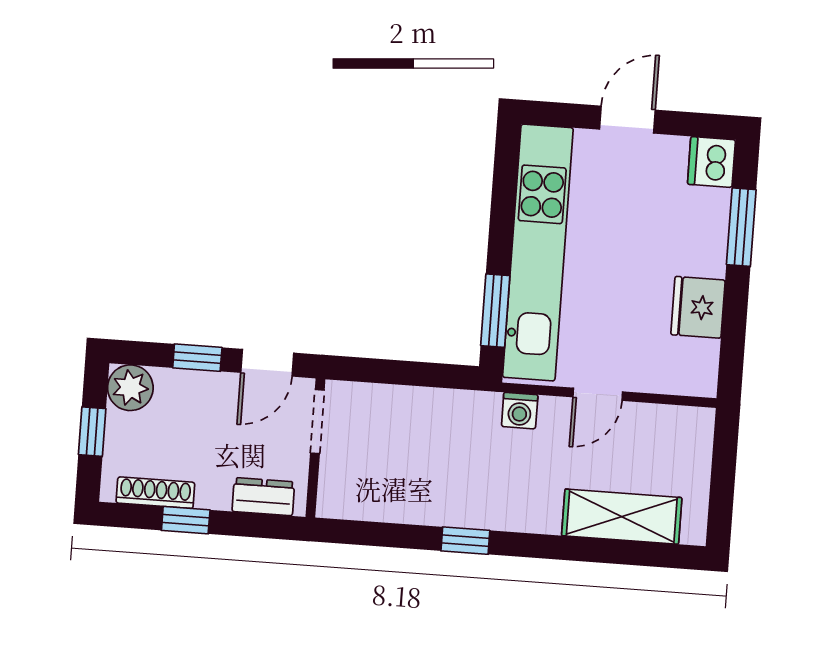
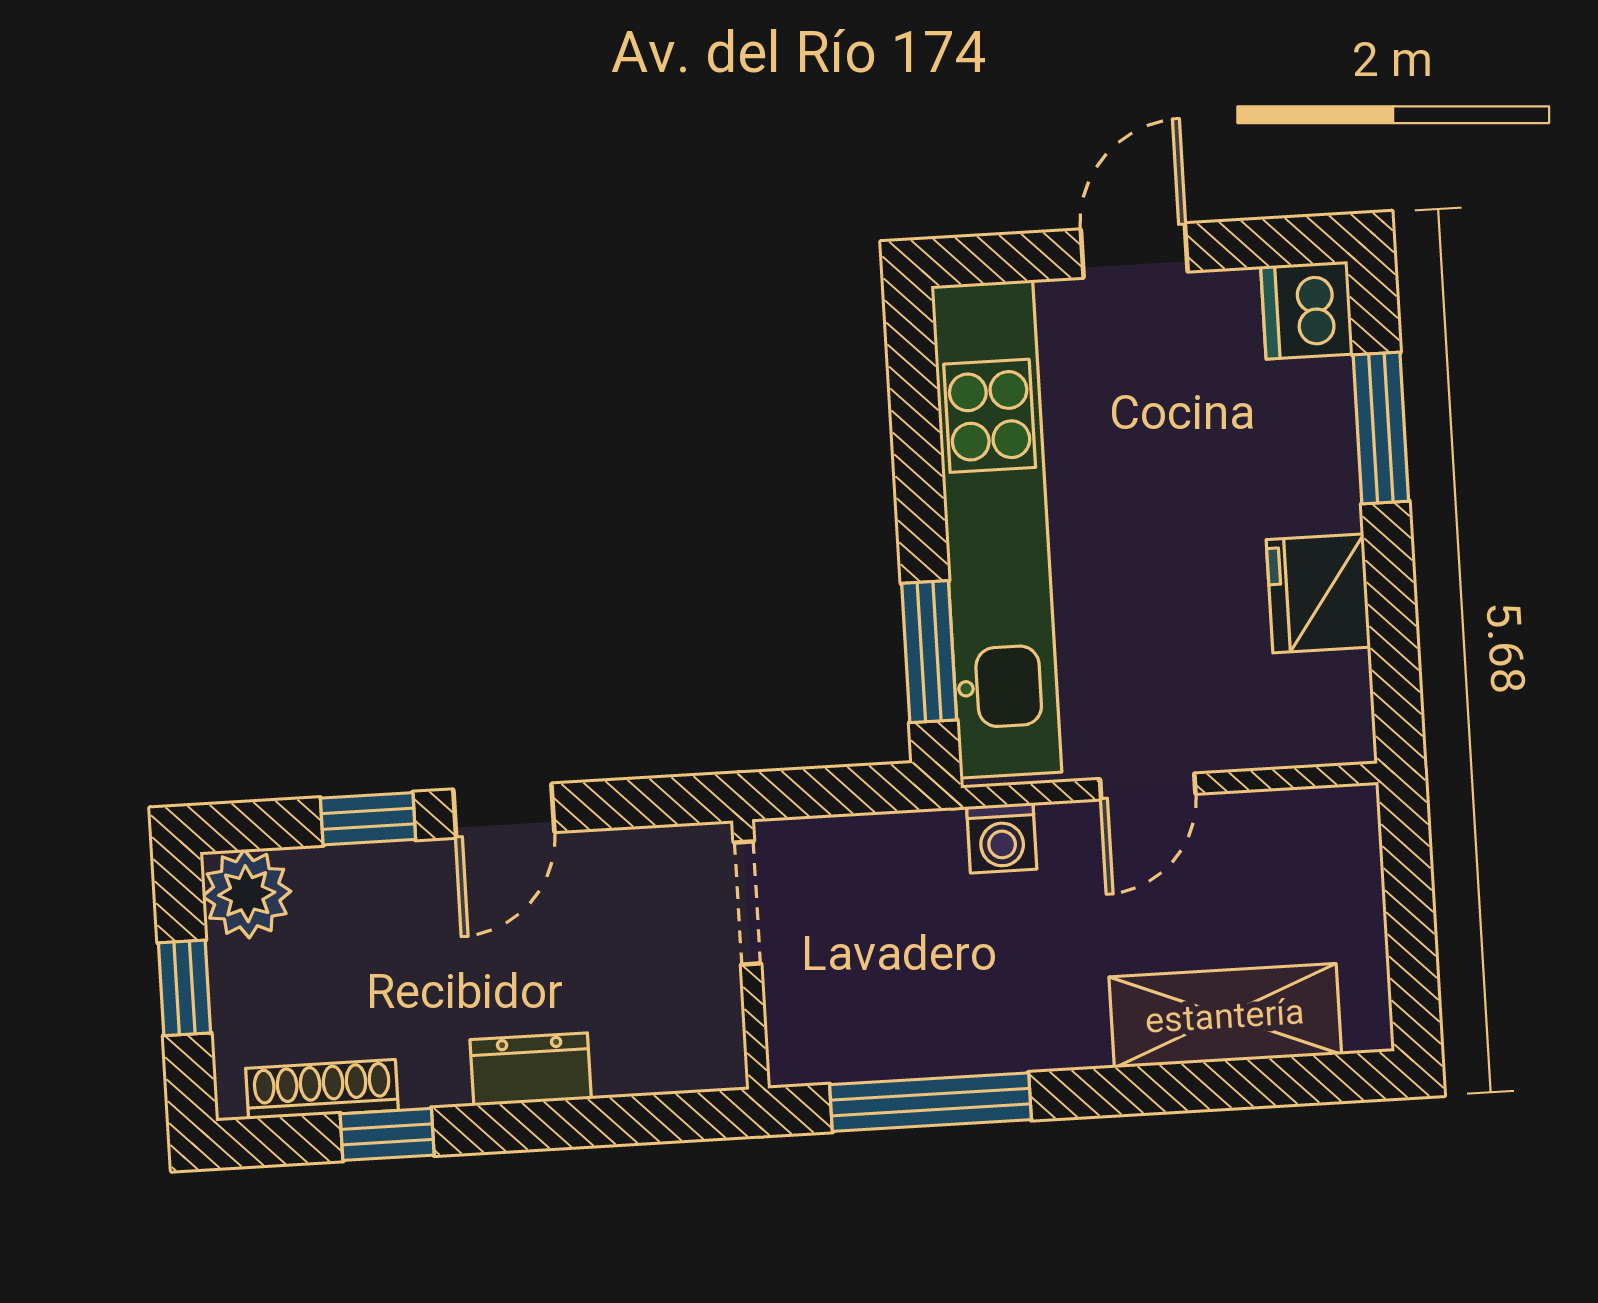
doorway: (317, 422) -> (747, 903), moved
wall: (315, 448) -> (751, 954), moved
window: (465, 541) -> (930, 1102), width x2.17

